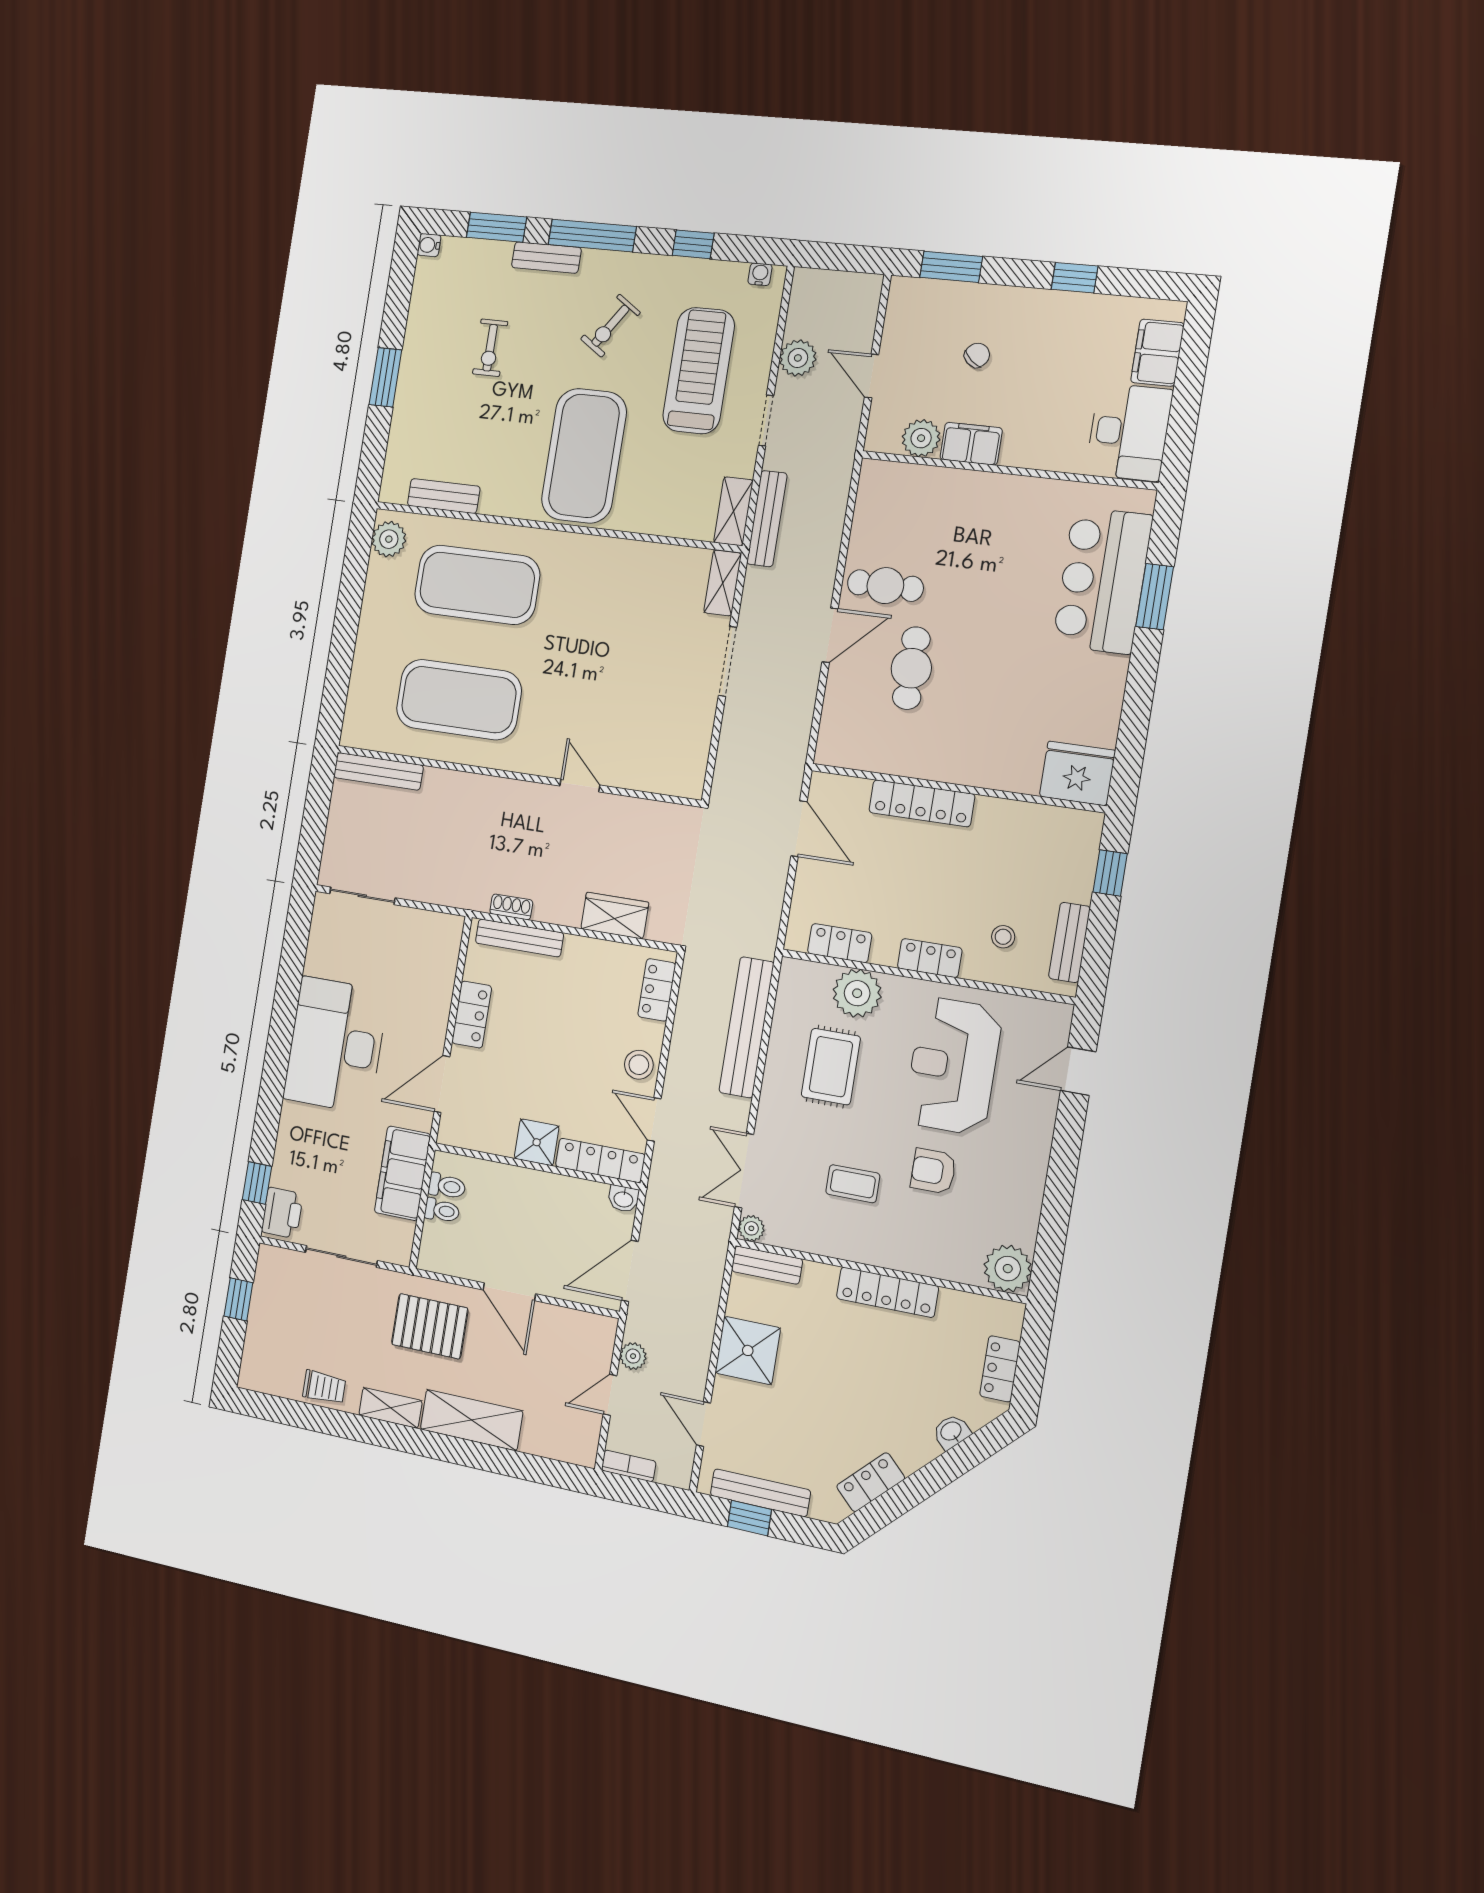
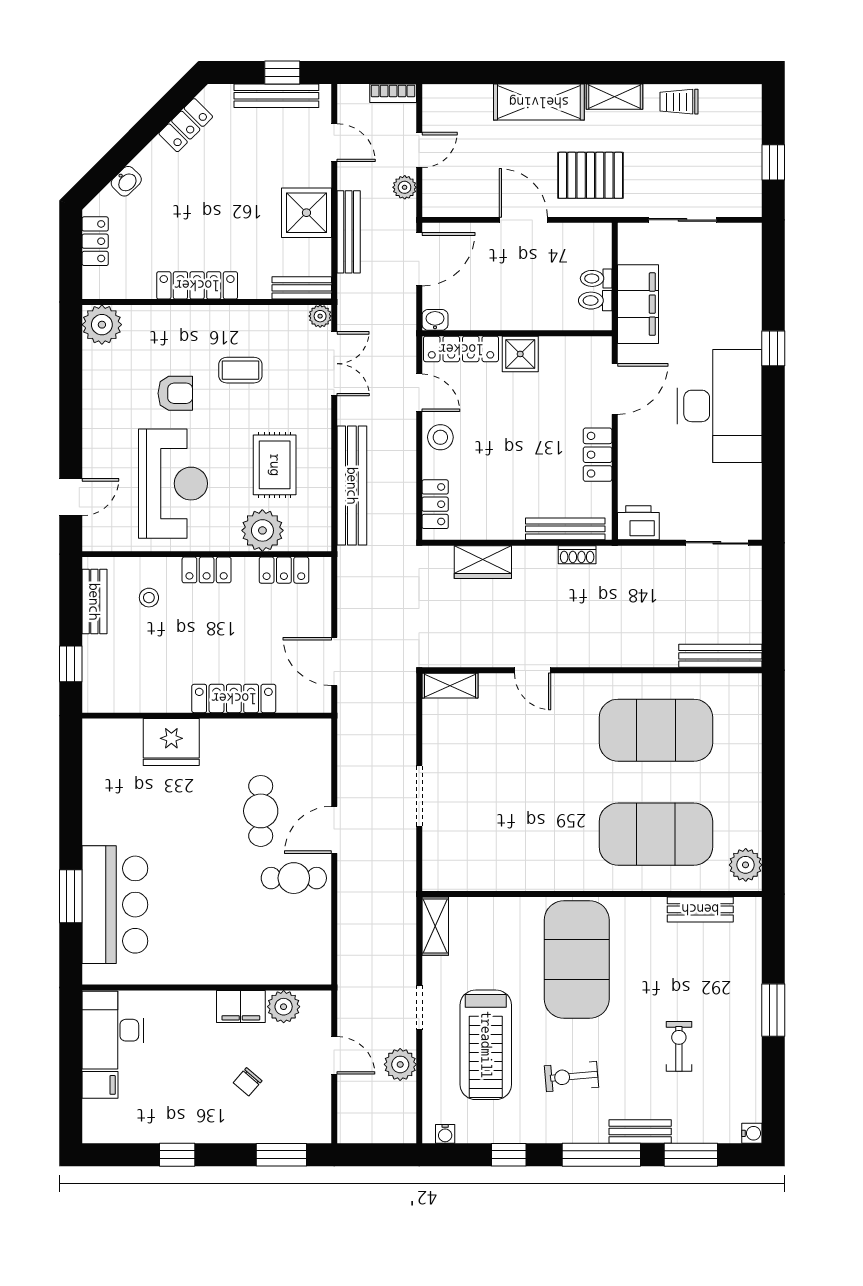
exercise bike: (610, 326) -> (571, 1077), turned -129
filing cabinet: (1157, 353) -> (100, 1085), width x0.50
bench: (767, 519) -> (349, 232), moved
shelving: (723, 583) -> (450, 686), moved, turned 90
fridge: (1077, 773) -> (171, 742), moved
window: (257, 1183) -> (773, 348), moved
printer: (282, 1213) -> (638, 523), moved, turned 90

